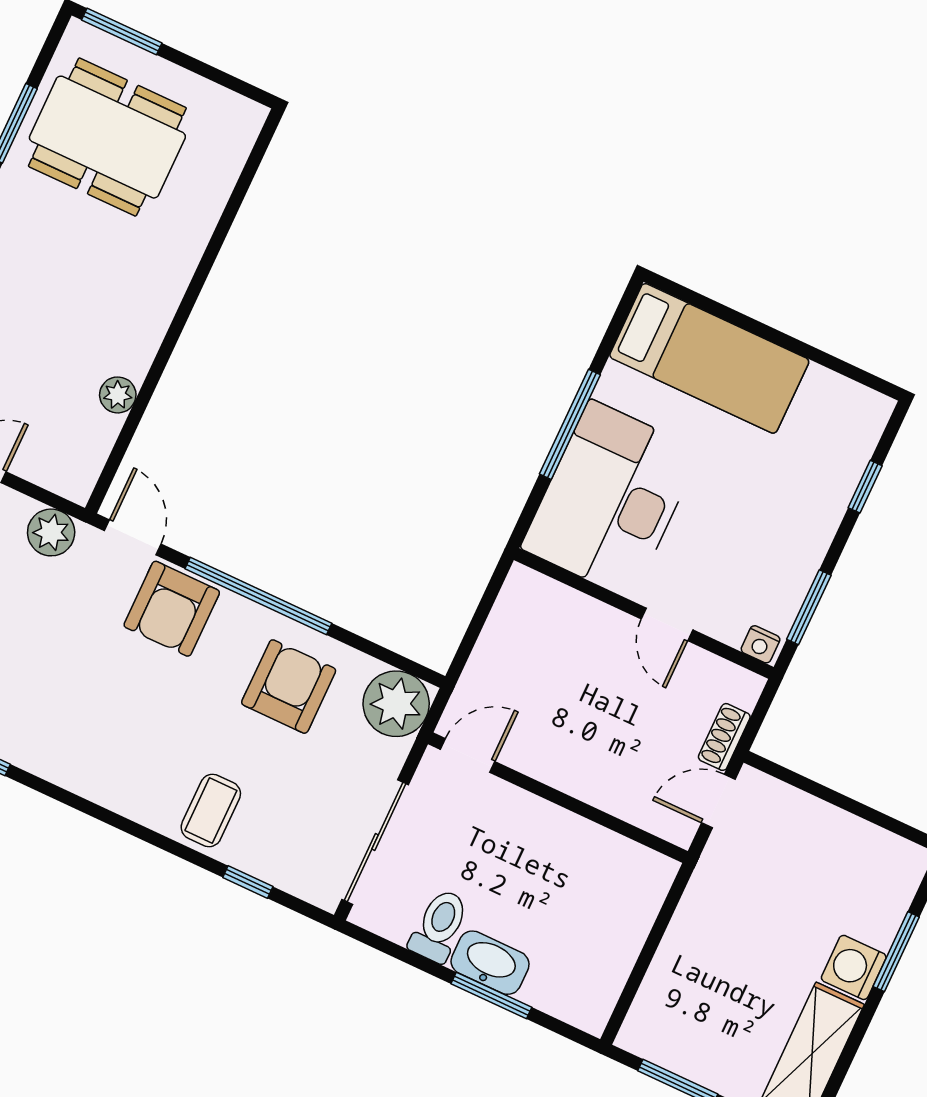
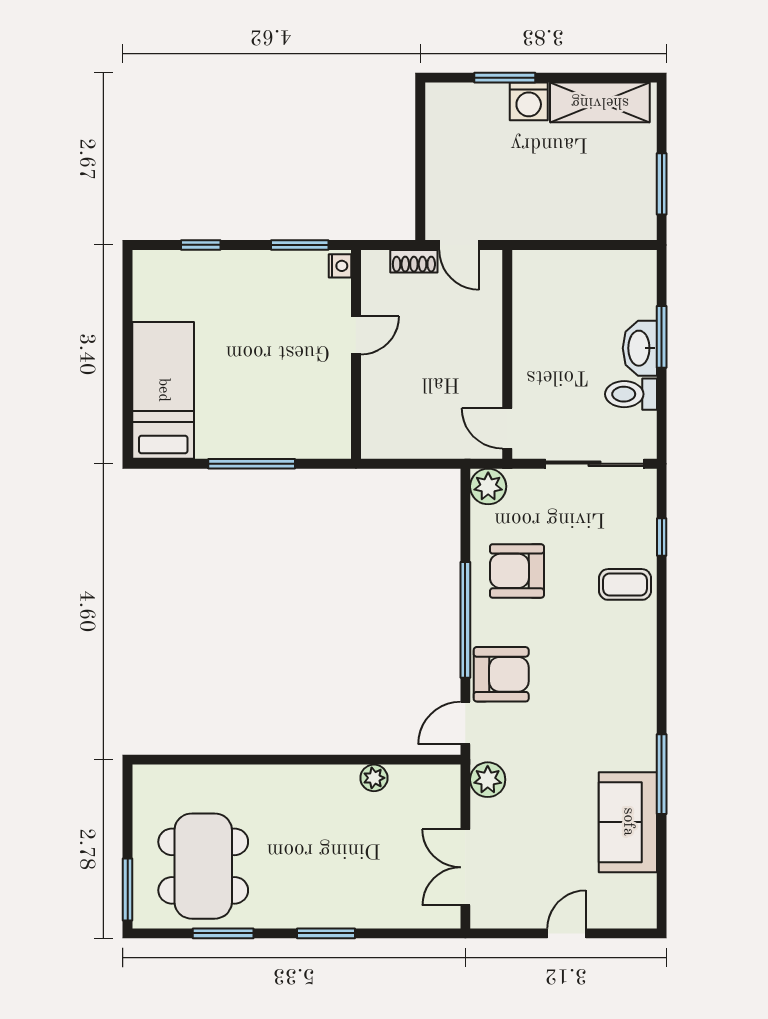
desk: (611, 499) -> (289, 413), removed
plant: (396, 704) -> (488, 486), width x0.73, depth x0.73

